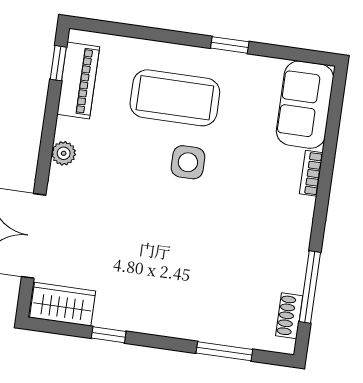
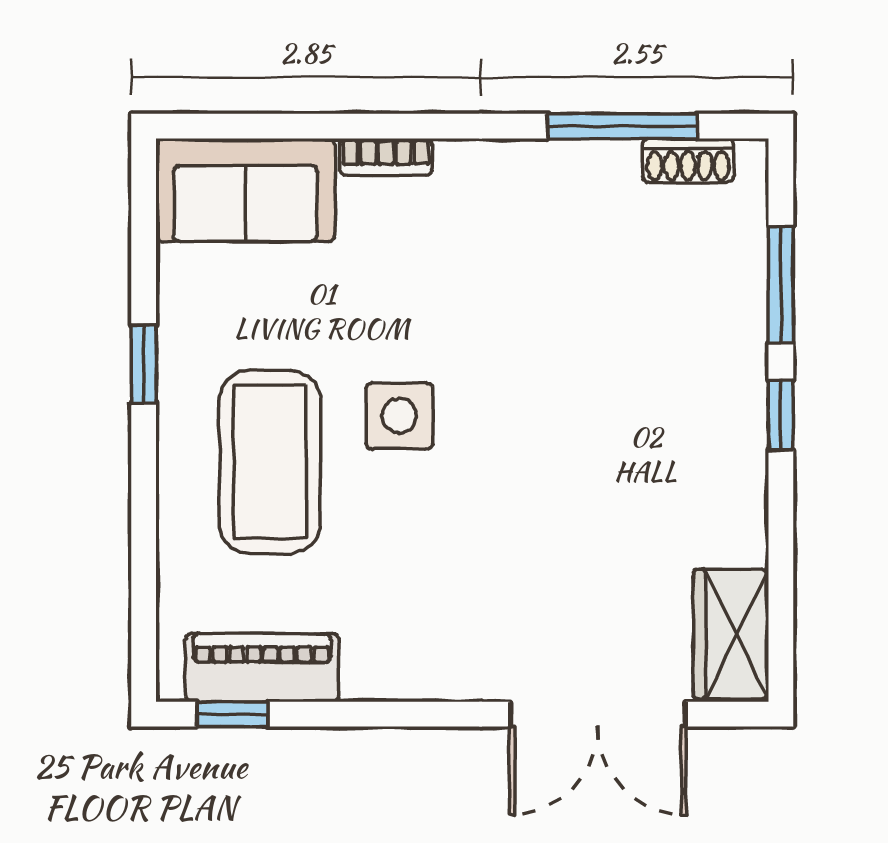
plant: (64, 153) -> (418, 676), removed
window: (109, 335) -> (781, 415), moved

